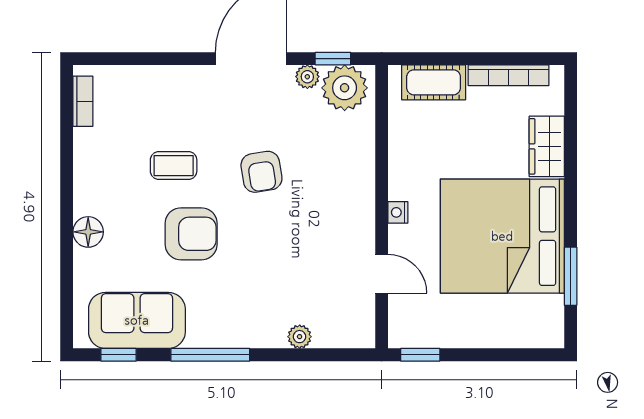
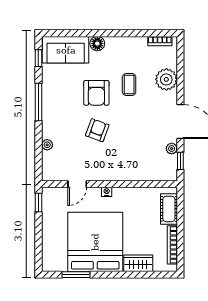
plant: (345, 88) -> (166, 79), moved
armchair: (261, 172) -> (97, 130), moved, turned 119
sofa: (137, 320) -> (66, 50), moved, turned 90

